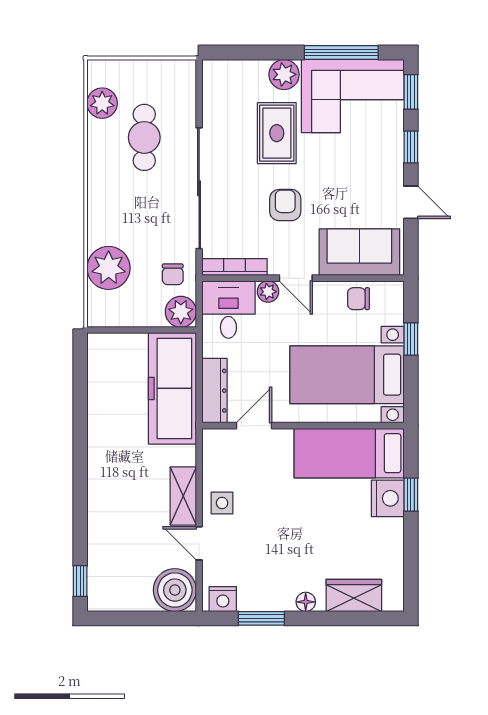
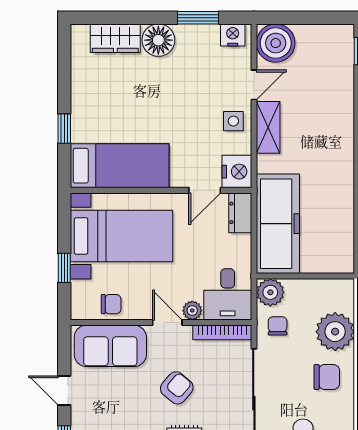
armchair: (285, 205) -> (177, 388), turned -140
chair: (118, 217) -> (327, 377), added
dresser: (214, 391) -> (240, 213), width x0.70
nightstand: (388, 498) -> (237, 172), moved, turned 180
door: (199, 543) -> (254, 85), hinge flipped
floor lamp: (306, 602) -> (158, 40), width x1.89, depth x1.89

